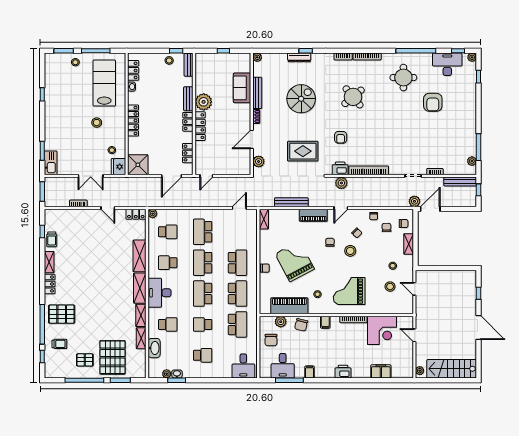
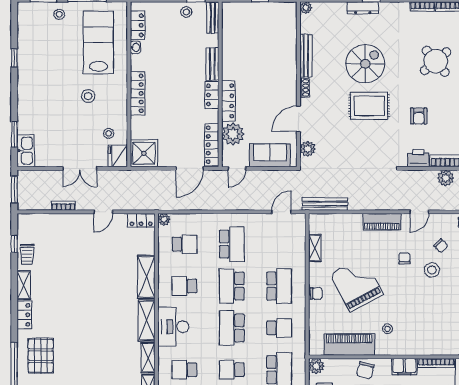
sofa: (242, 88) -> (270, 155), moved, turned 90
plant: (204, 102) -> (233, 134), moved
rug: (303, 151) -> (369, 106), moved
locker: (188, 153) -> (212, 145), width x1.53
plant: (341, 183) -> (446, 178), moved
bench: (291, 202) -> (325, 204), moved
door: (108, 208) -> (103, 212), hinge flipped
shelving: (264, 219) -> (315, 248), moved
school desk: (203, 232) -> (232, 244), turned 180
grand piano: (349, 291) -> (430, 325), removed
school desk: (238, 294) -> (279, 328), width x0.54
pallet: (62, 314) -> (41, 356), turned 90
plant: (281, 322) -> (316, 366), moved
filing cabinet: (325, 322) -> (404, 367), width x2.00
school desk: (168, 324) -> (184, 370), turned 180

